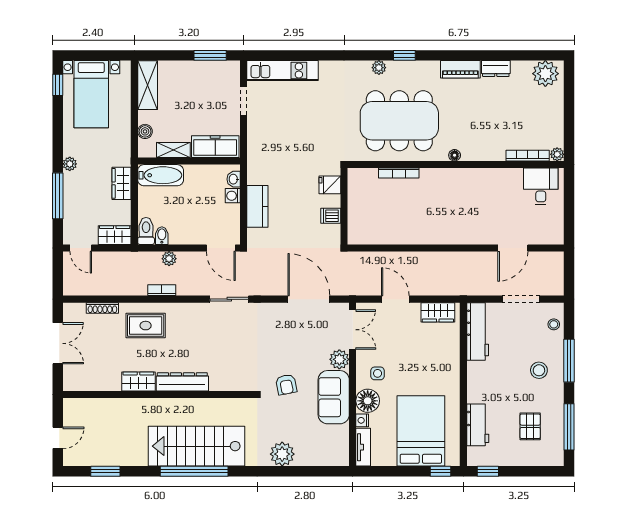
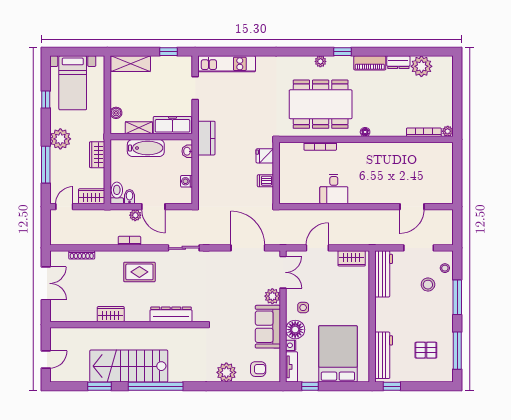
window: (210, 55) -> (168, 52), width x0.67
window: (404, 55) -> (343, 52), moved
plant: (379, 68) -> (320, 61), moved
plant: (545, 74) -> (421, 66), moved
window: (58, 85) -> (46, 100), moved
shelving: (148, 85) -> (131, 64), moved, turned 90
plant: (70, 164) -> (60, 139), width x1.88, depth x1.88
bathtub: (161, 175) -> (146, 148), moved
desk: (541, 186) -> (334, 189), moved, turned 180
washing machine: (233, 196) -> (187, 181), moved
kitchen counter: (257, 206) -> (206, 138), moved
door: (81, 248) -> (64, 207), swing flipped
door: (221, 248) -> (153, 207), moved
door: (395, 299) -> (317, 248), hinge flipped
rug: (146, 326) -> (139, 272), moved
stool: (539, 370) -> (428, 285), moved
dresser: (182, 382) -> (171, 314), moved
armchair: (286, 385) -> (258, 369), moved, turned -79
workbench: (478, 425) -> (384, 355), width x1.37
pallet: (530, 426) -> (426, 350), turned 90
stairs: (197, 446) -> (129, 366), moved
window: (105, 471) -> (99, 386), moved
window: (441, 471) -> (310, 386), moved

